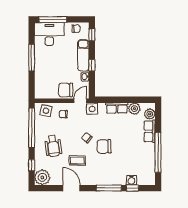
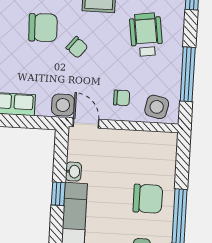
chair: (66, 90) -> (148, 199), moved
door: (80, 101) -> (86, 123), swing flipped
window: (32, 128) -> (188, 74), width x0.68

